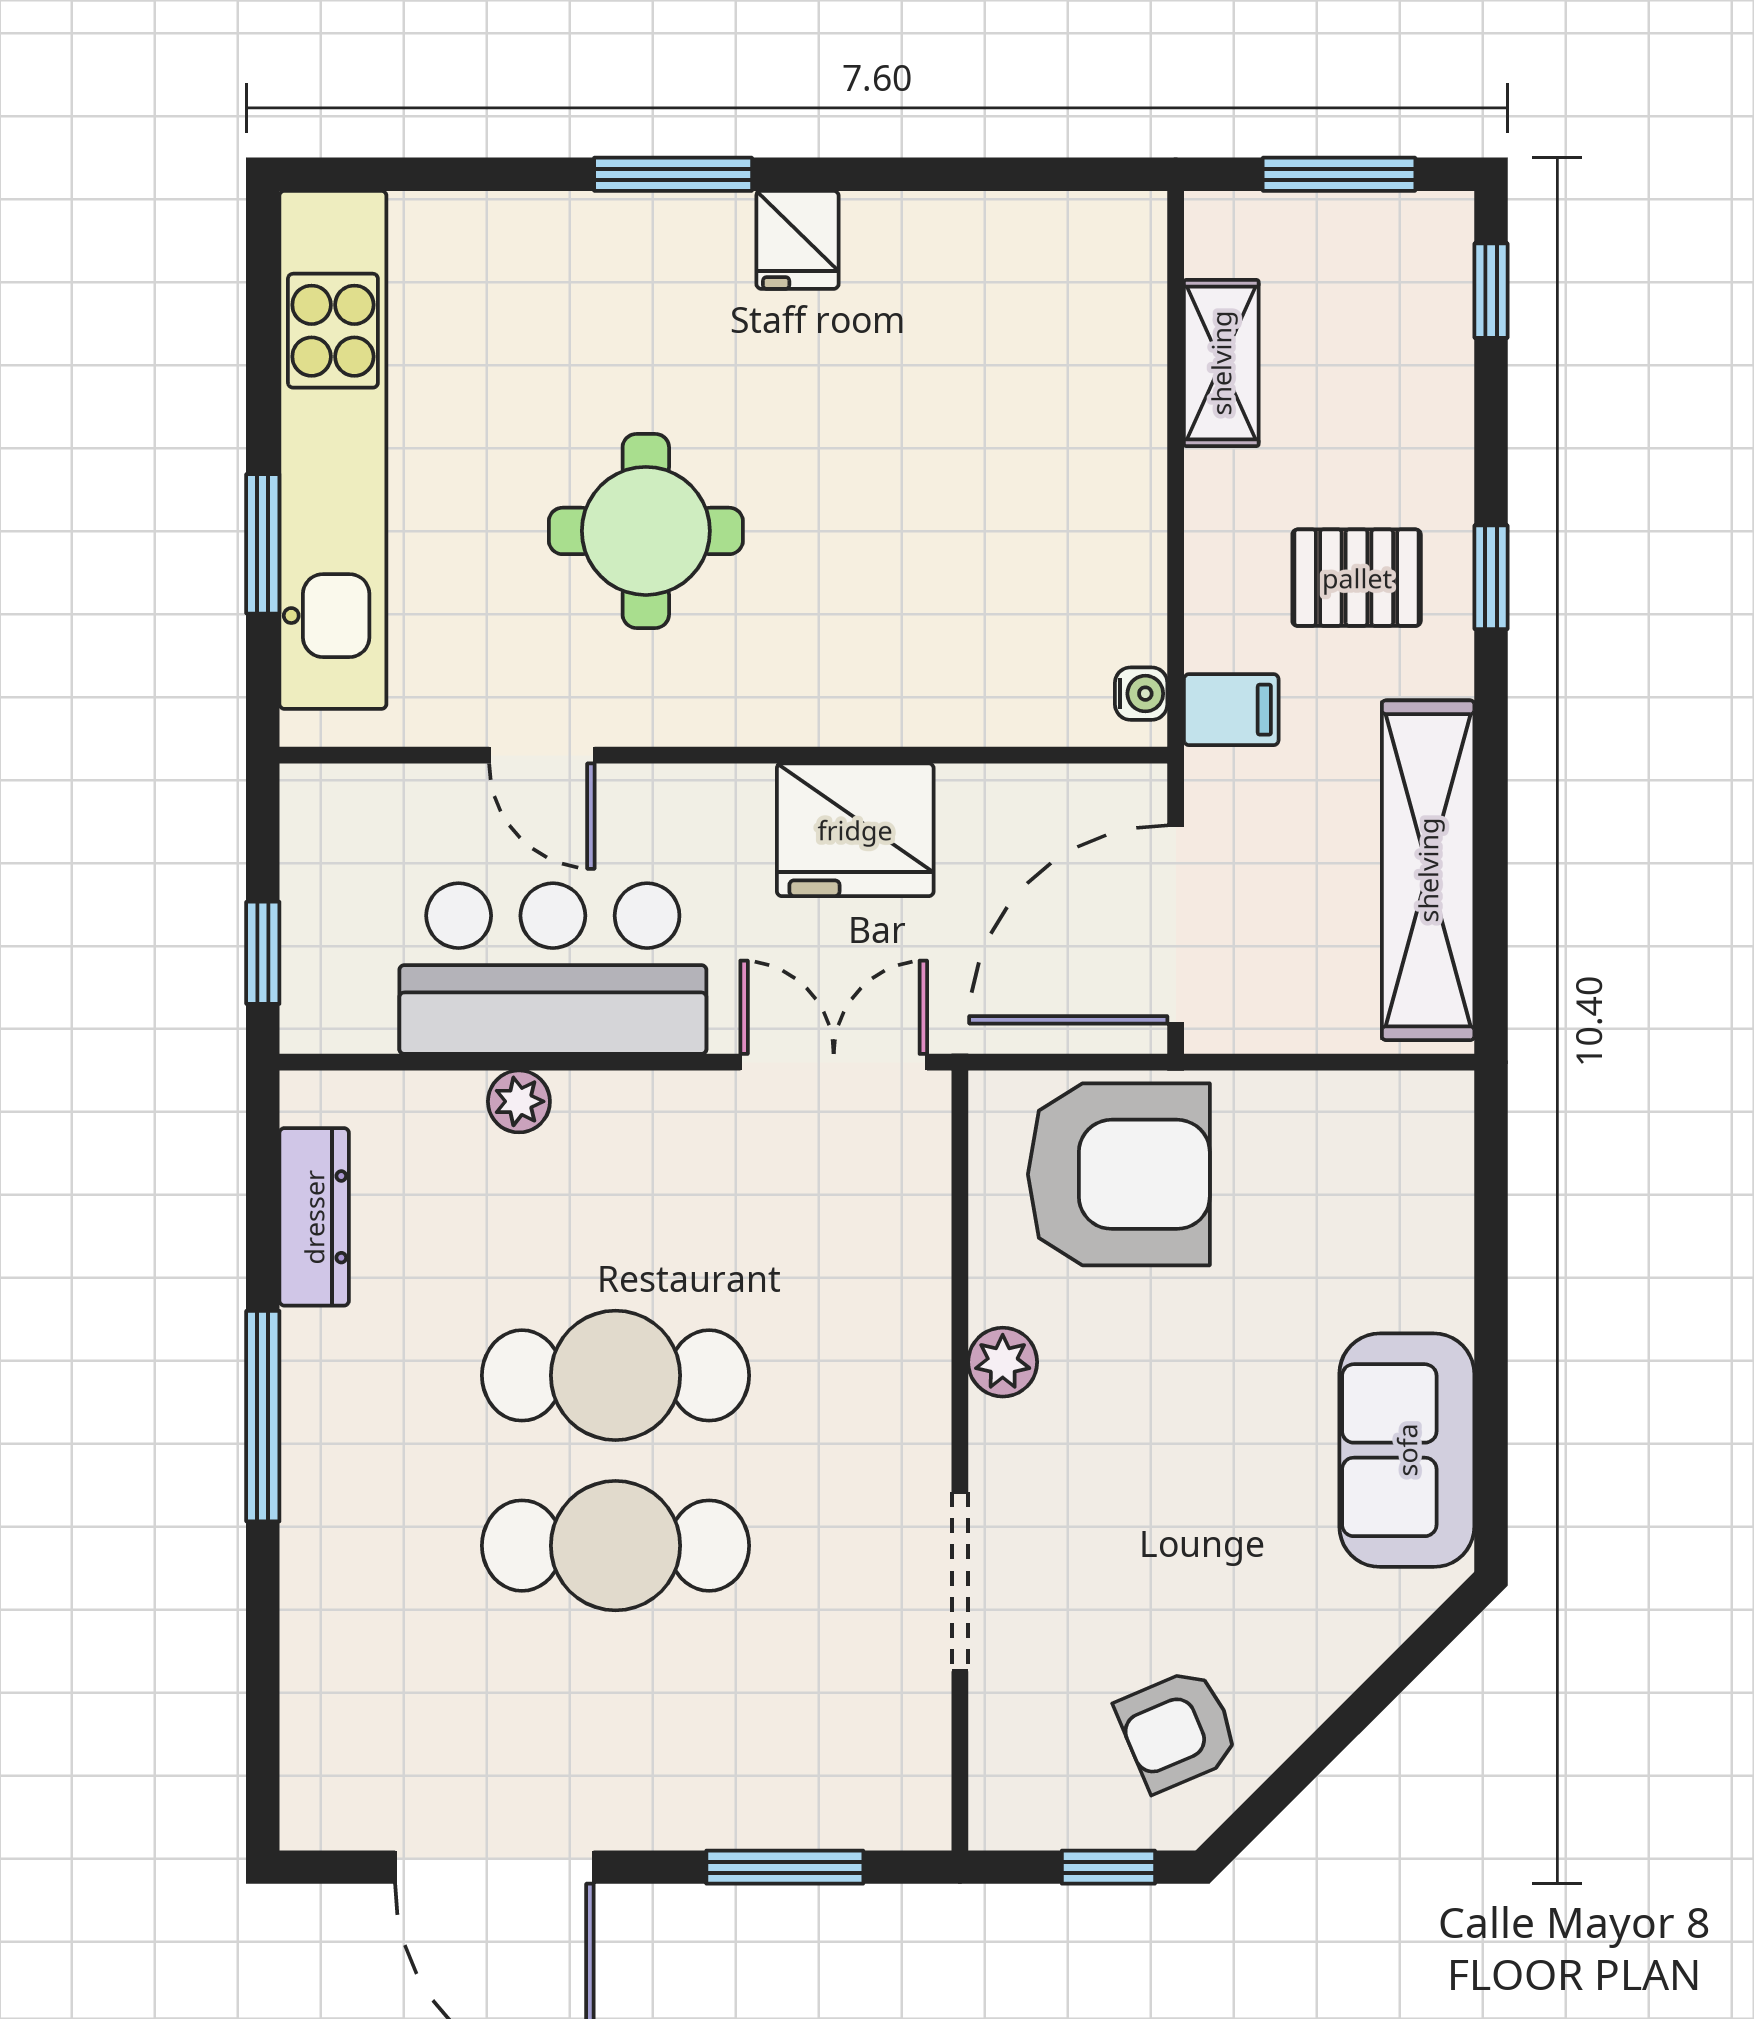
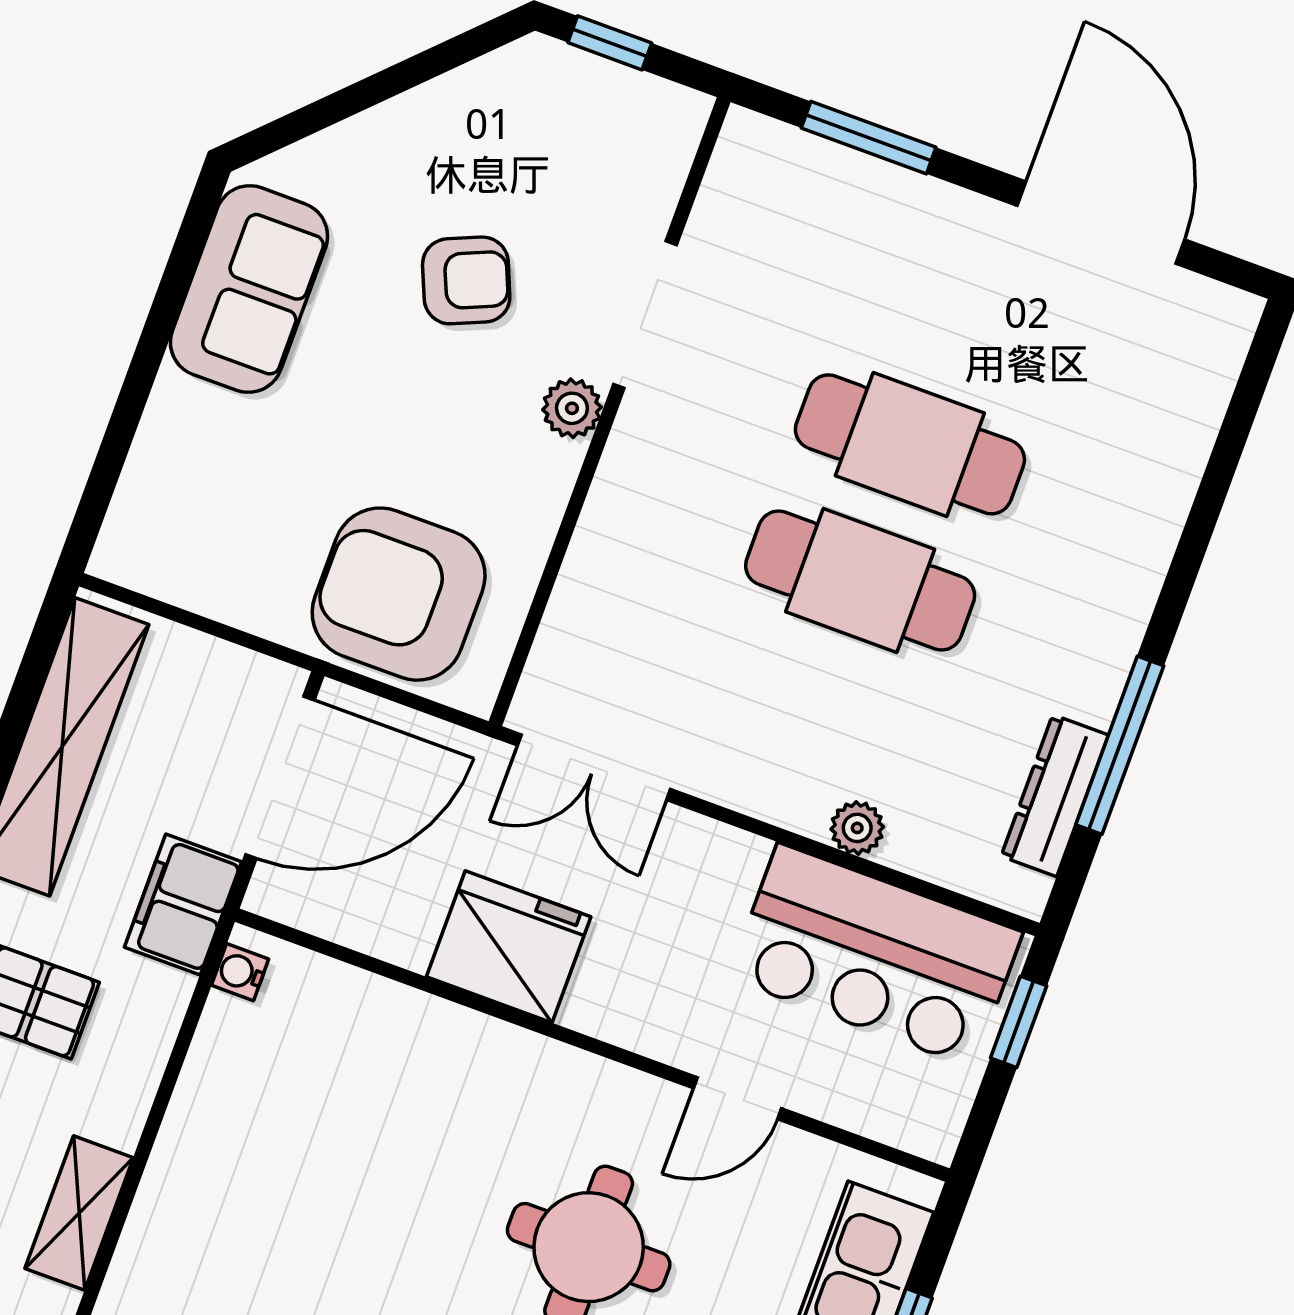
filing cabinet: (1231, 710) -> (183, 904), width x2.00
door: (542, 755) -> (737, 1098), swing flipped
bar counter: (553, 969) -> (875, 955), moved
plant: (1003, 1362) -> (572, 408), moved
window: (263, 1416) -> (1120, 745), moved
armchair: (1178, 1730) -> (466, 280), moved

